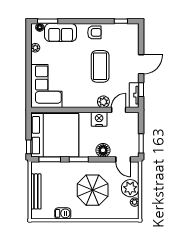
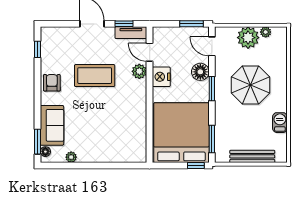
corner sofa: (46, 86) -> (119, 143), removed
window: (79, 159) -> (212, 89), moved
door: (123, 159) -> (212, 46), swing flipped

